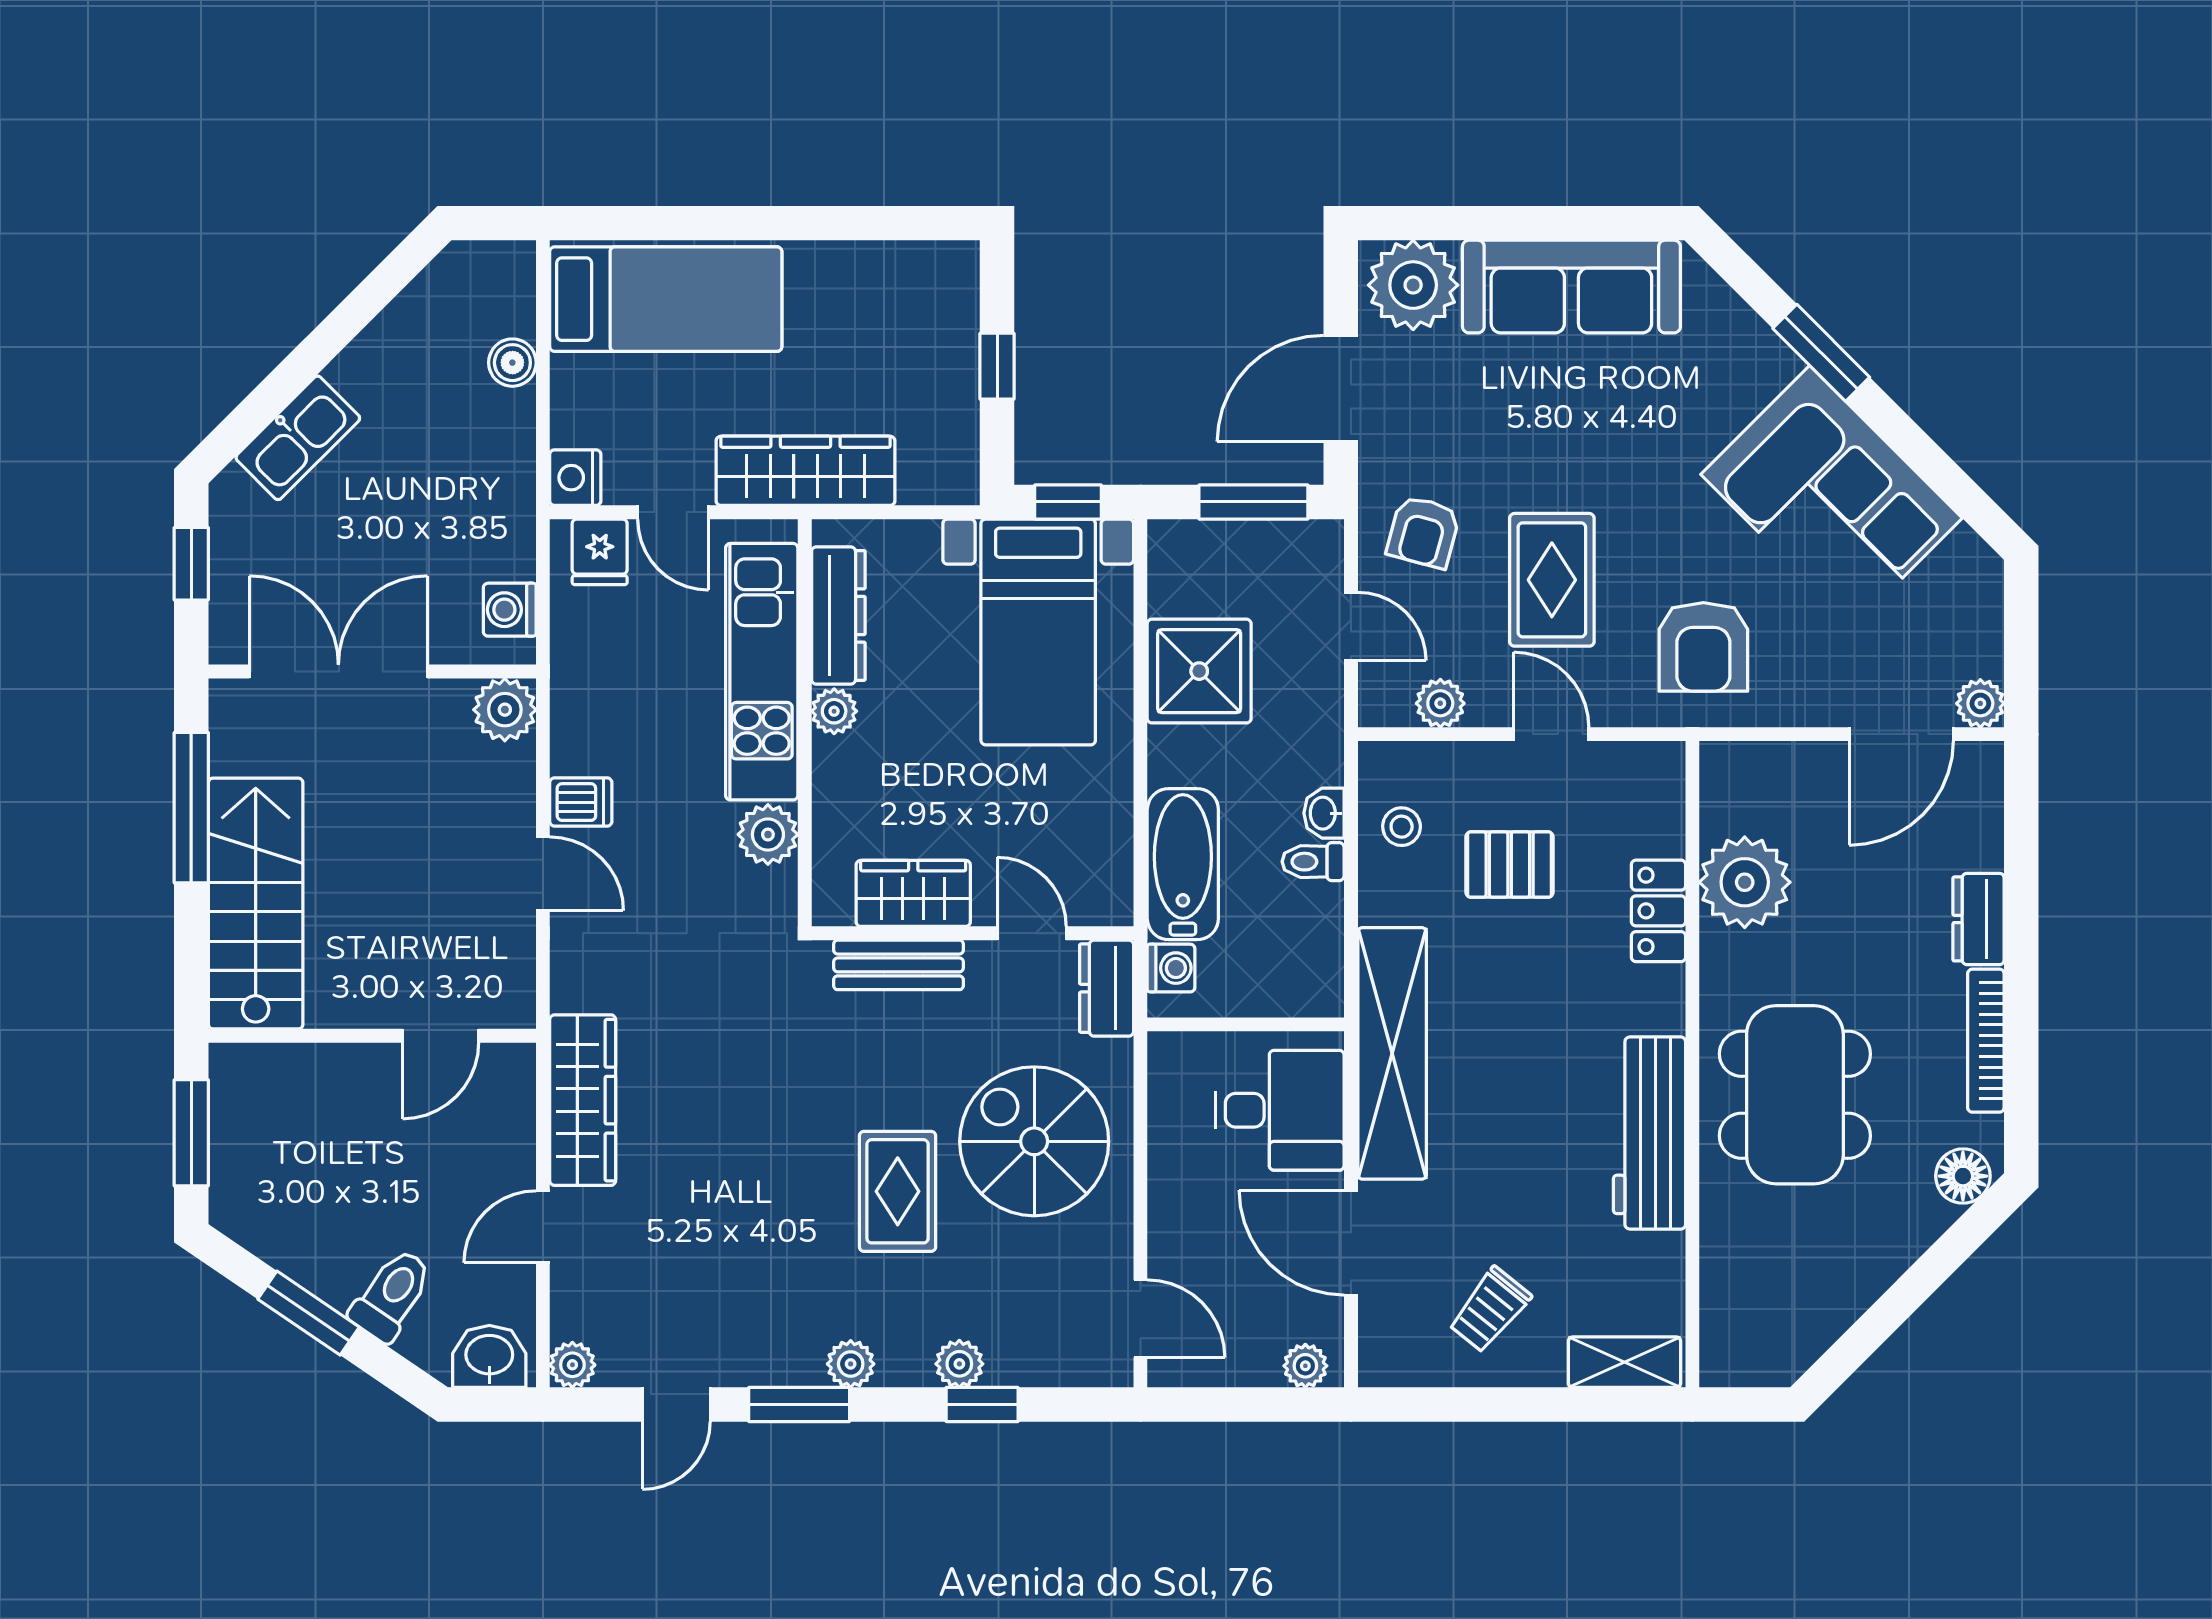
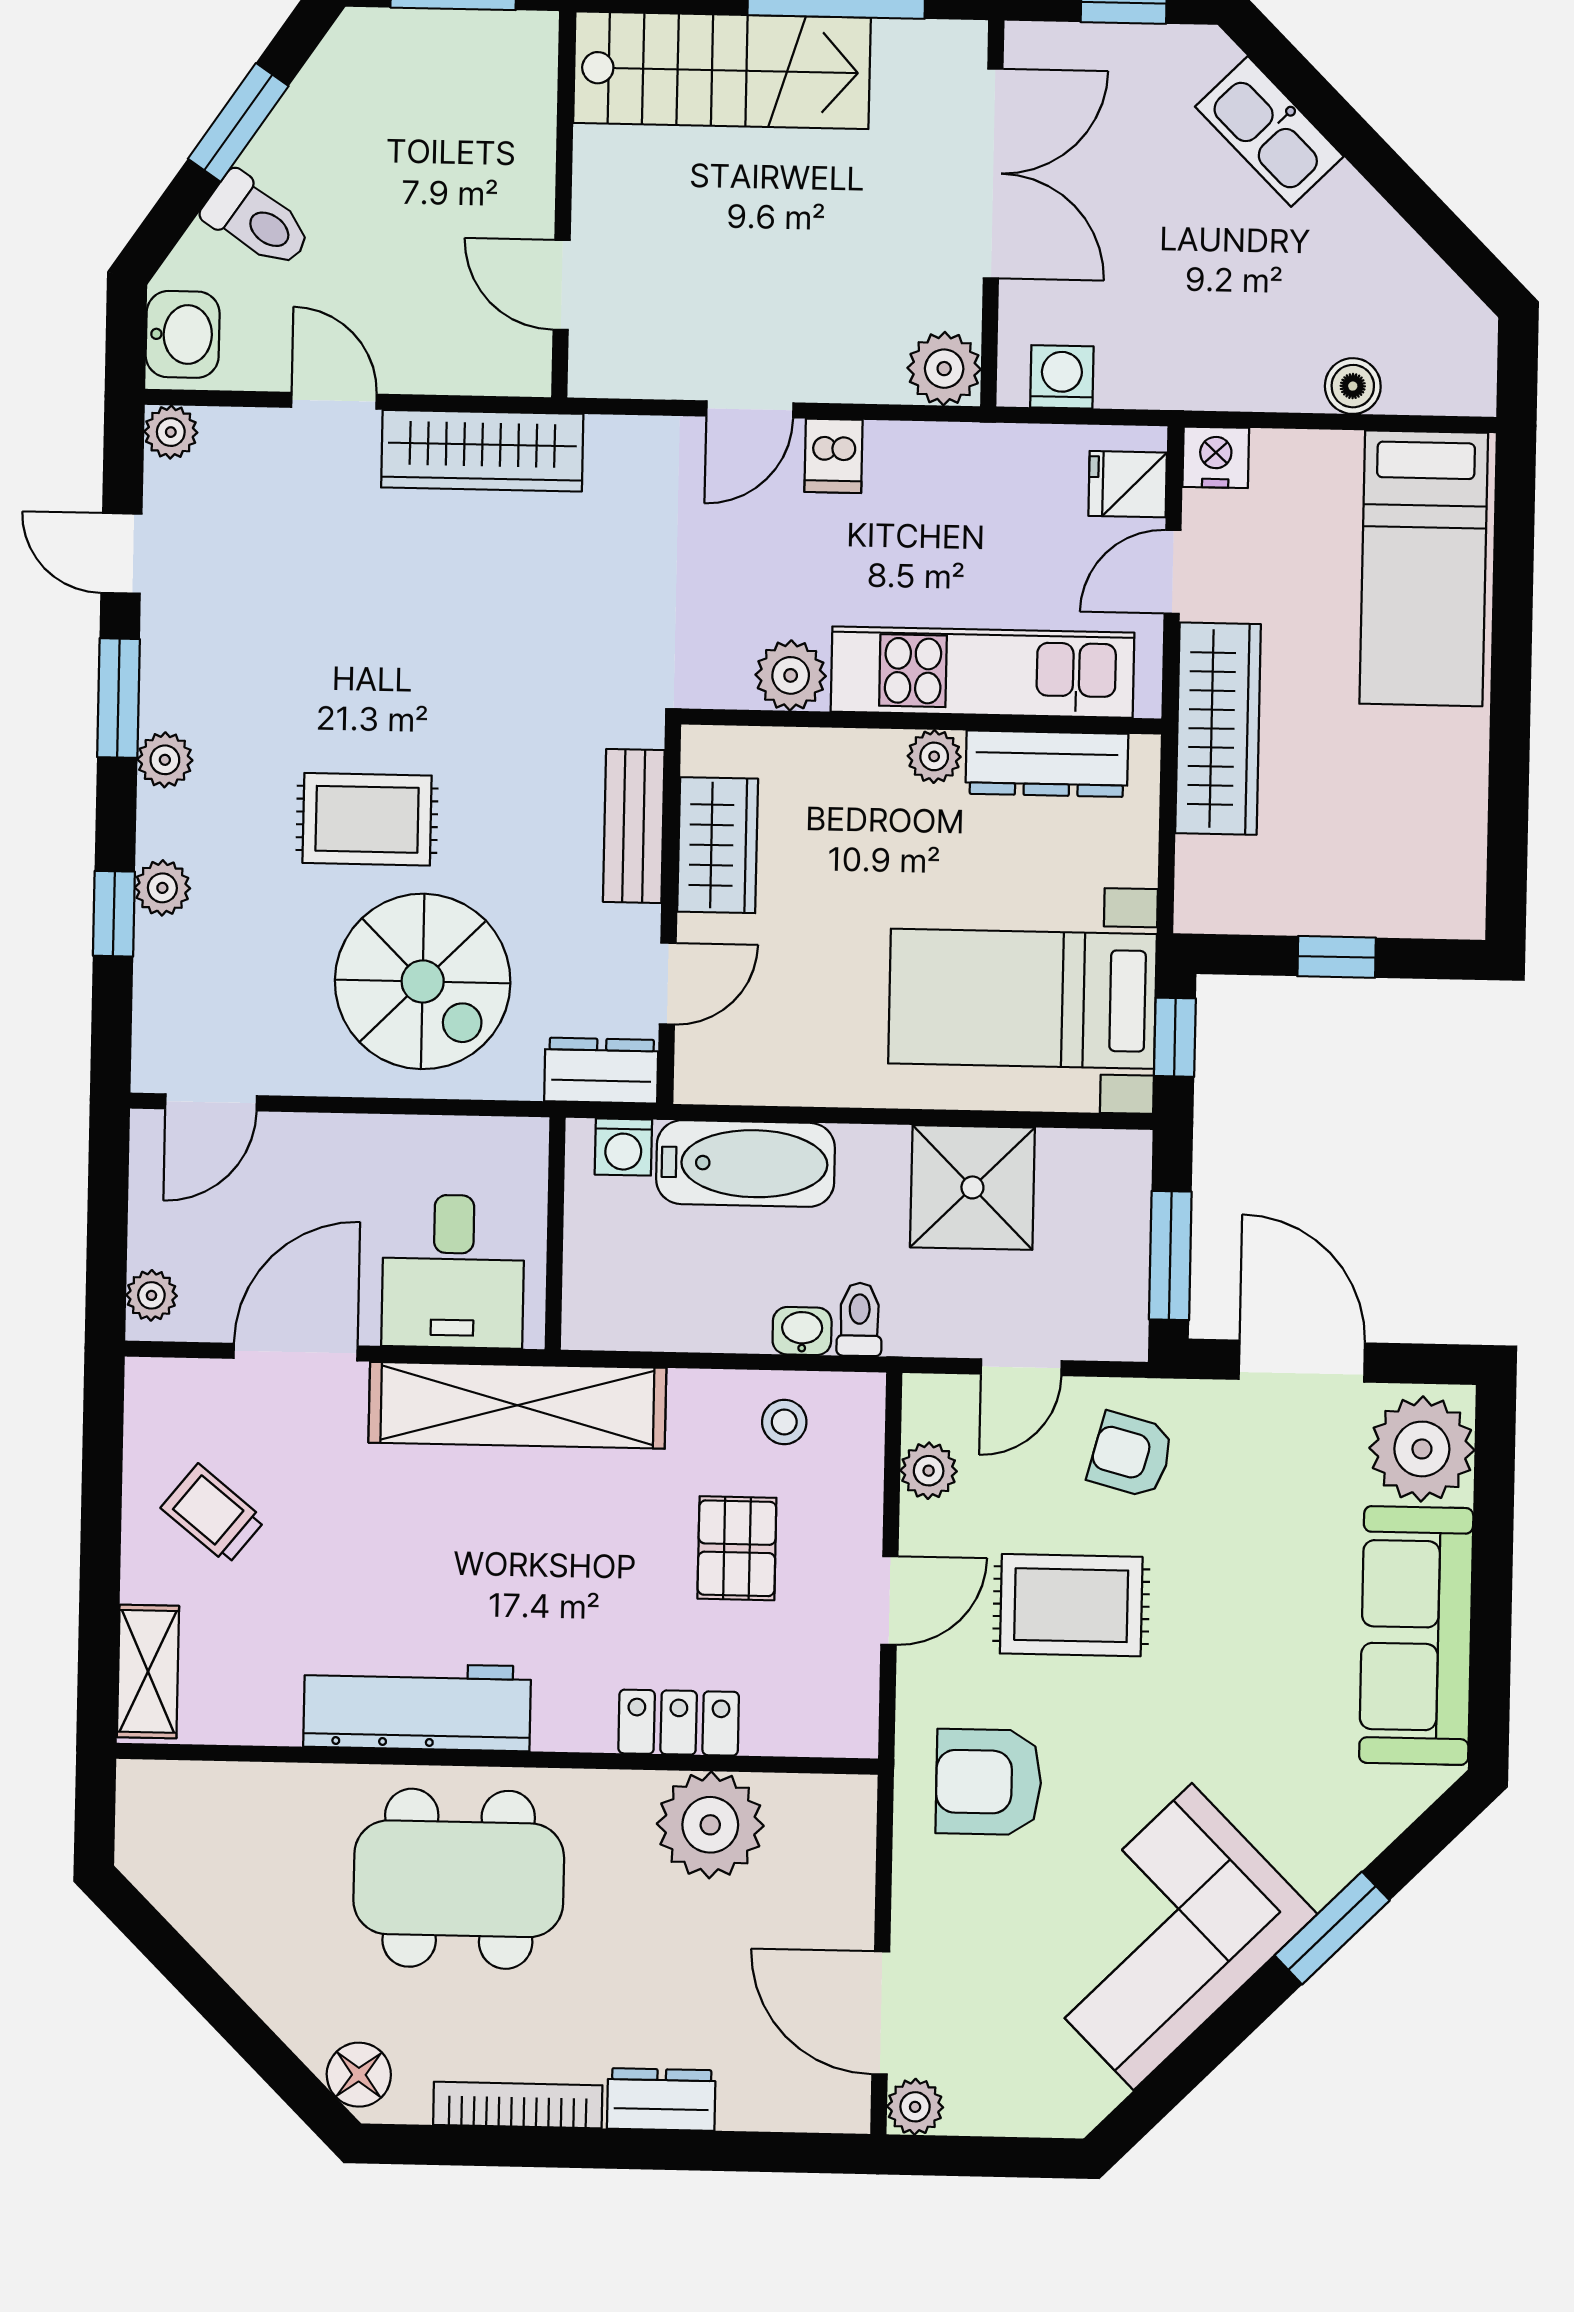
toilet: (1313, 862) -> (859, 1319), moved
spiral stairs: (1034, 1141) -> (423, 981), turned 90

